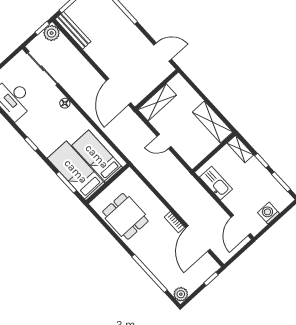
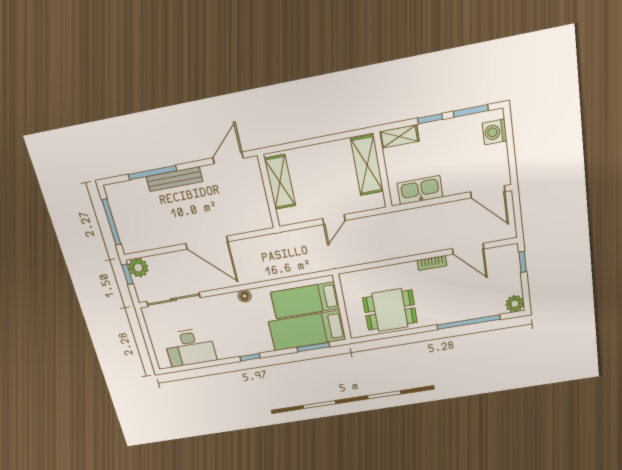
bench: (73, 30) -> (174, 179), moved
door: (119, 92) -> (207, 243), moved
shelving: (157, 102) -> (280, 182), moved
floor lamp: (65, 103) -> (245, 296), moved
shelving: (212, 122) -> (367, 165), moved, turned 90
washing machine: (269, 213) -> (495, 132), moved
door: (198, 238) -> (468, 249), width x0.73

